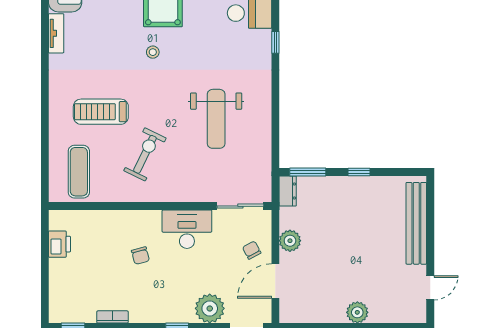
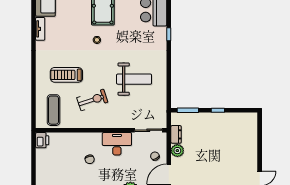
weight bench: (216, 119) -> (134, 79), turned -90
exercise bike: (145, 154) -> (92, 100), turned 46
dresser: (288, 191) -> (176, 134), moved
bench: (416, 223) -> (251, 140), removed
printer: (59, 244) -> (42, 140), moved

